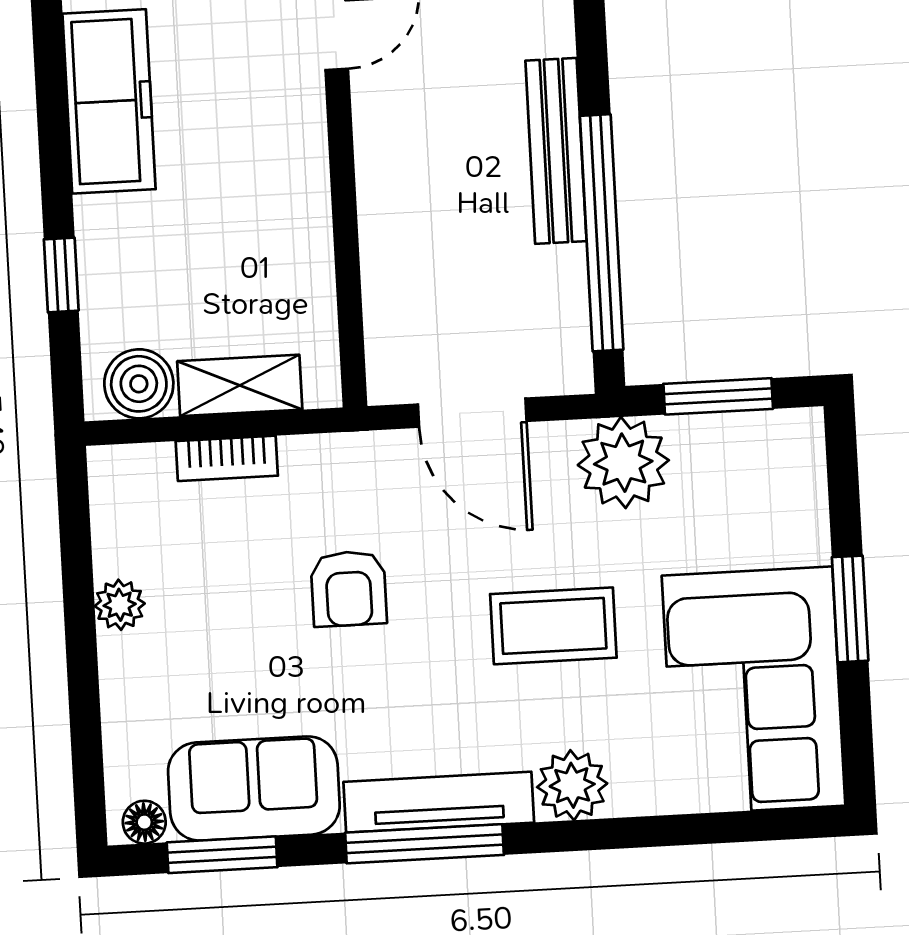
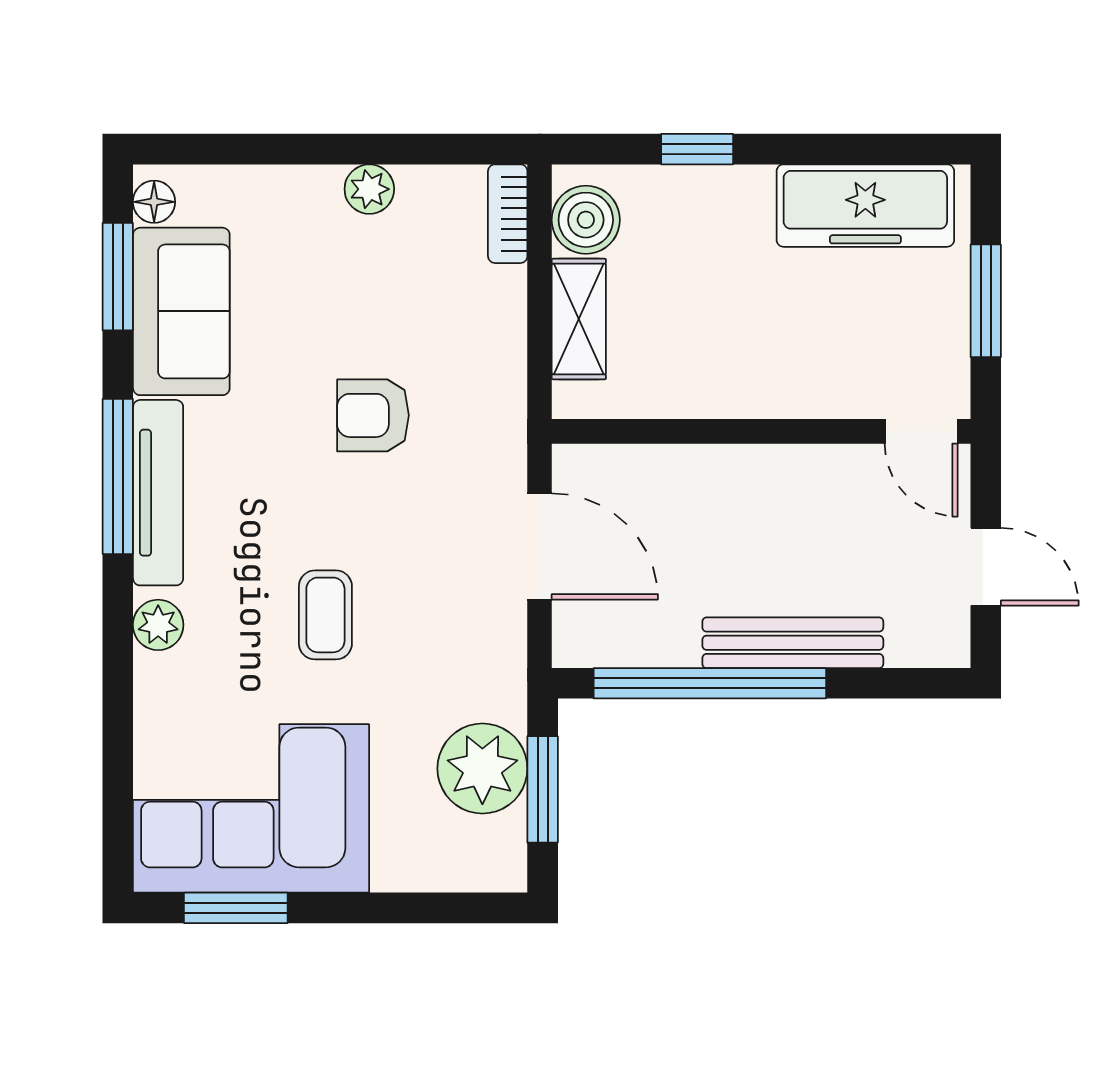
door: (472, 413) -> (540, 546), swing flipped
bookcase: (227, 458) -> (508, 214), moved
plant: (623, 463) -> (482, 769), moved
window: (850, 609) -> (236, 908), moved
coffee table: (553, 626) -> (325, 615), width x0.73, depth x0.77
plant: (572, 785) -> (158, 625), width x0.73, depth x0.73

